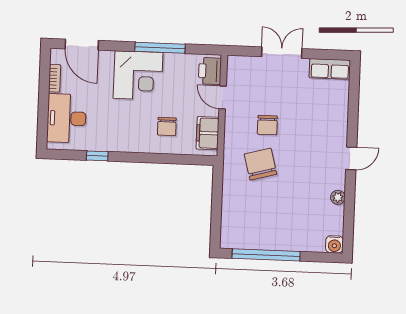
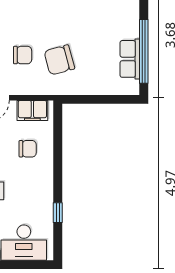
row of seats: (259, 240) -> (130, 59), added

